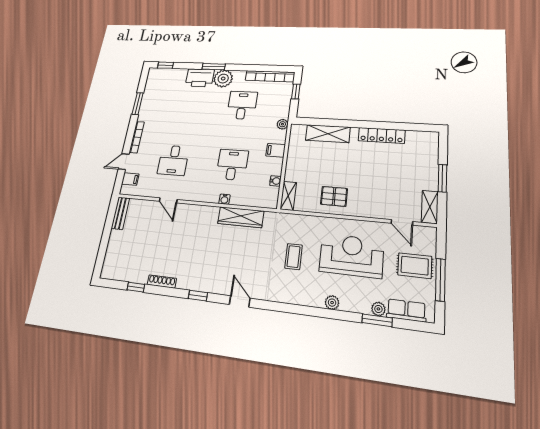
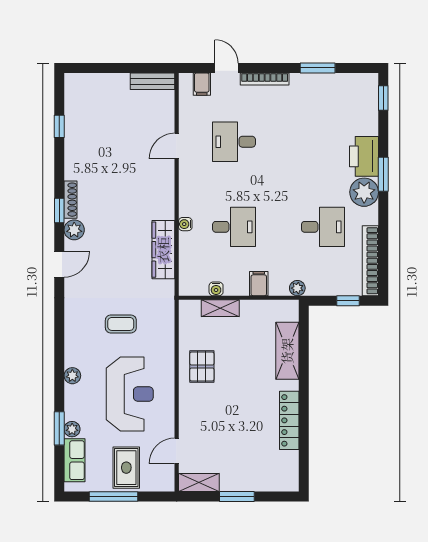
shelving: (288, 196) -> (220, 308), moved
shoe rack: (162, 282) -> (71, 200), moved
plant: (215, 285) -> (74, 230), added

